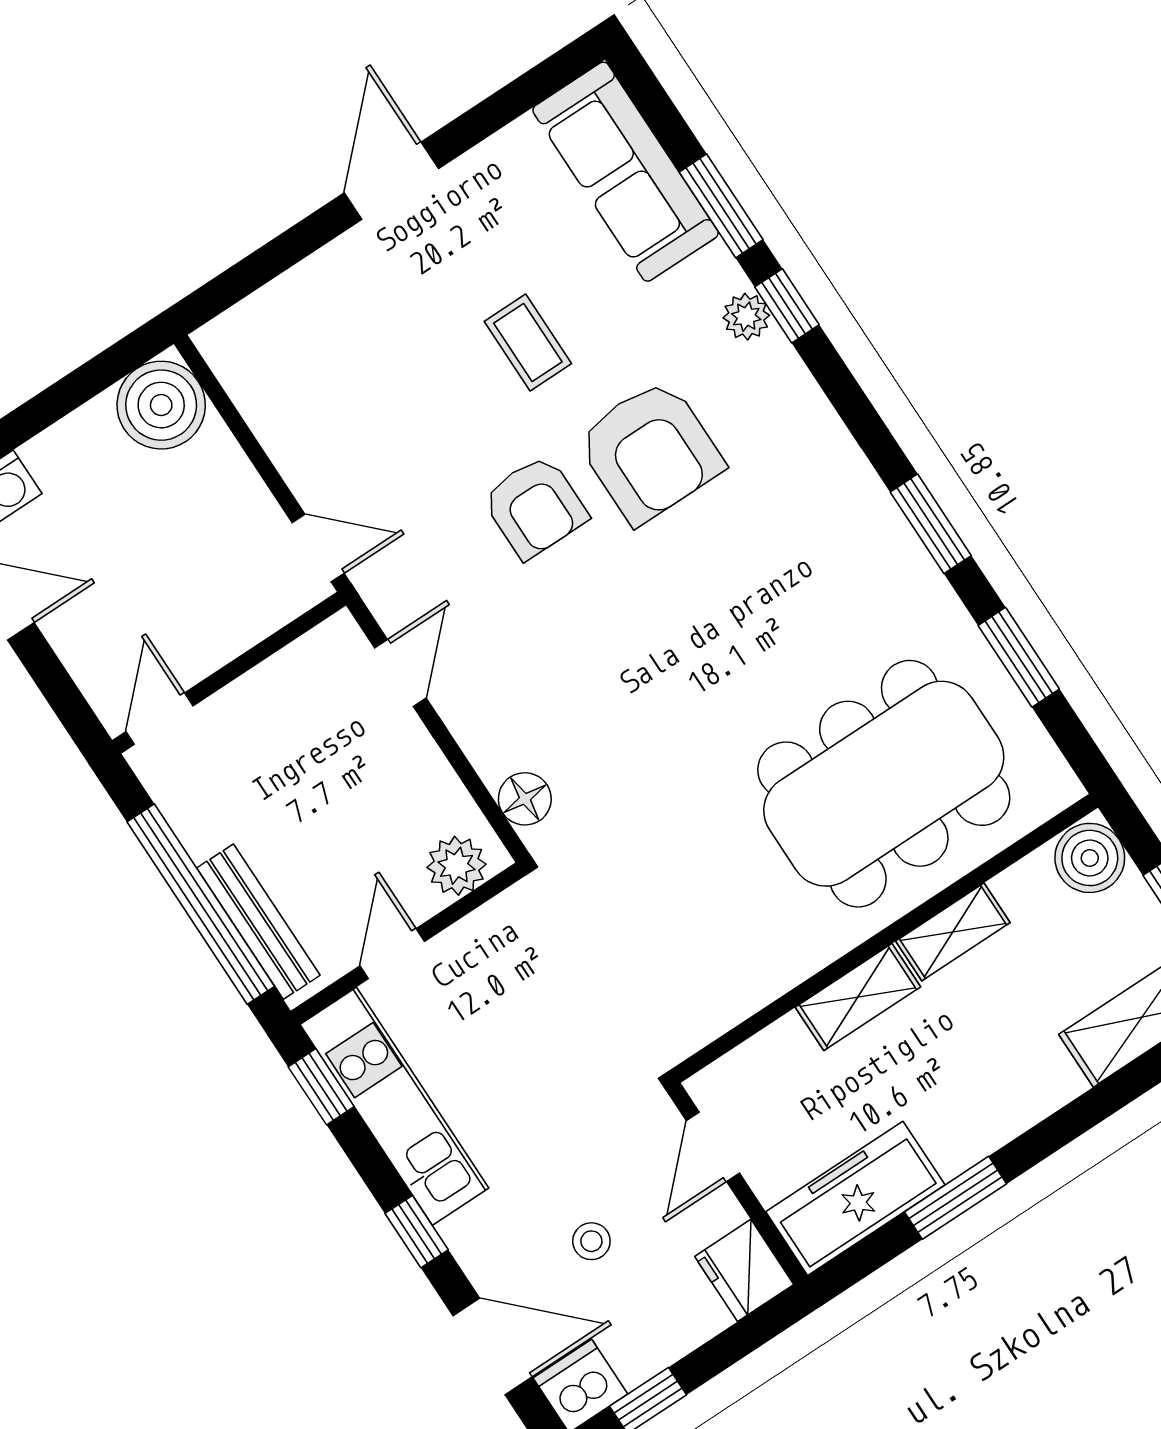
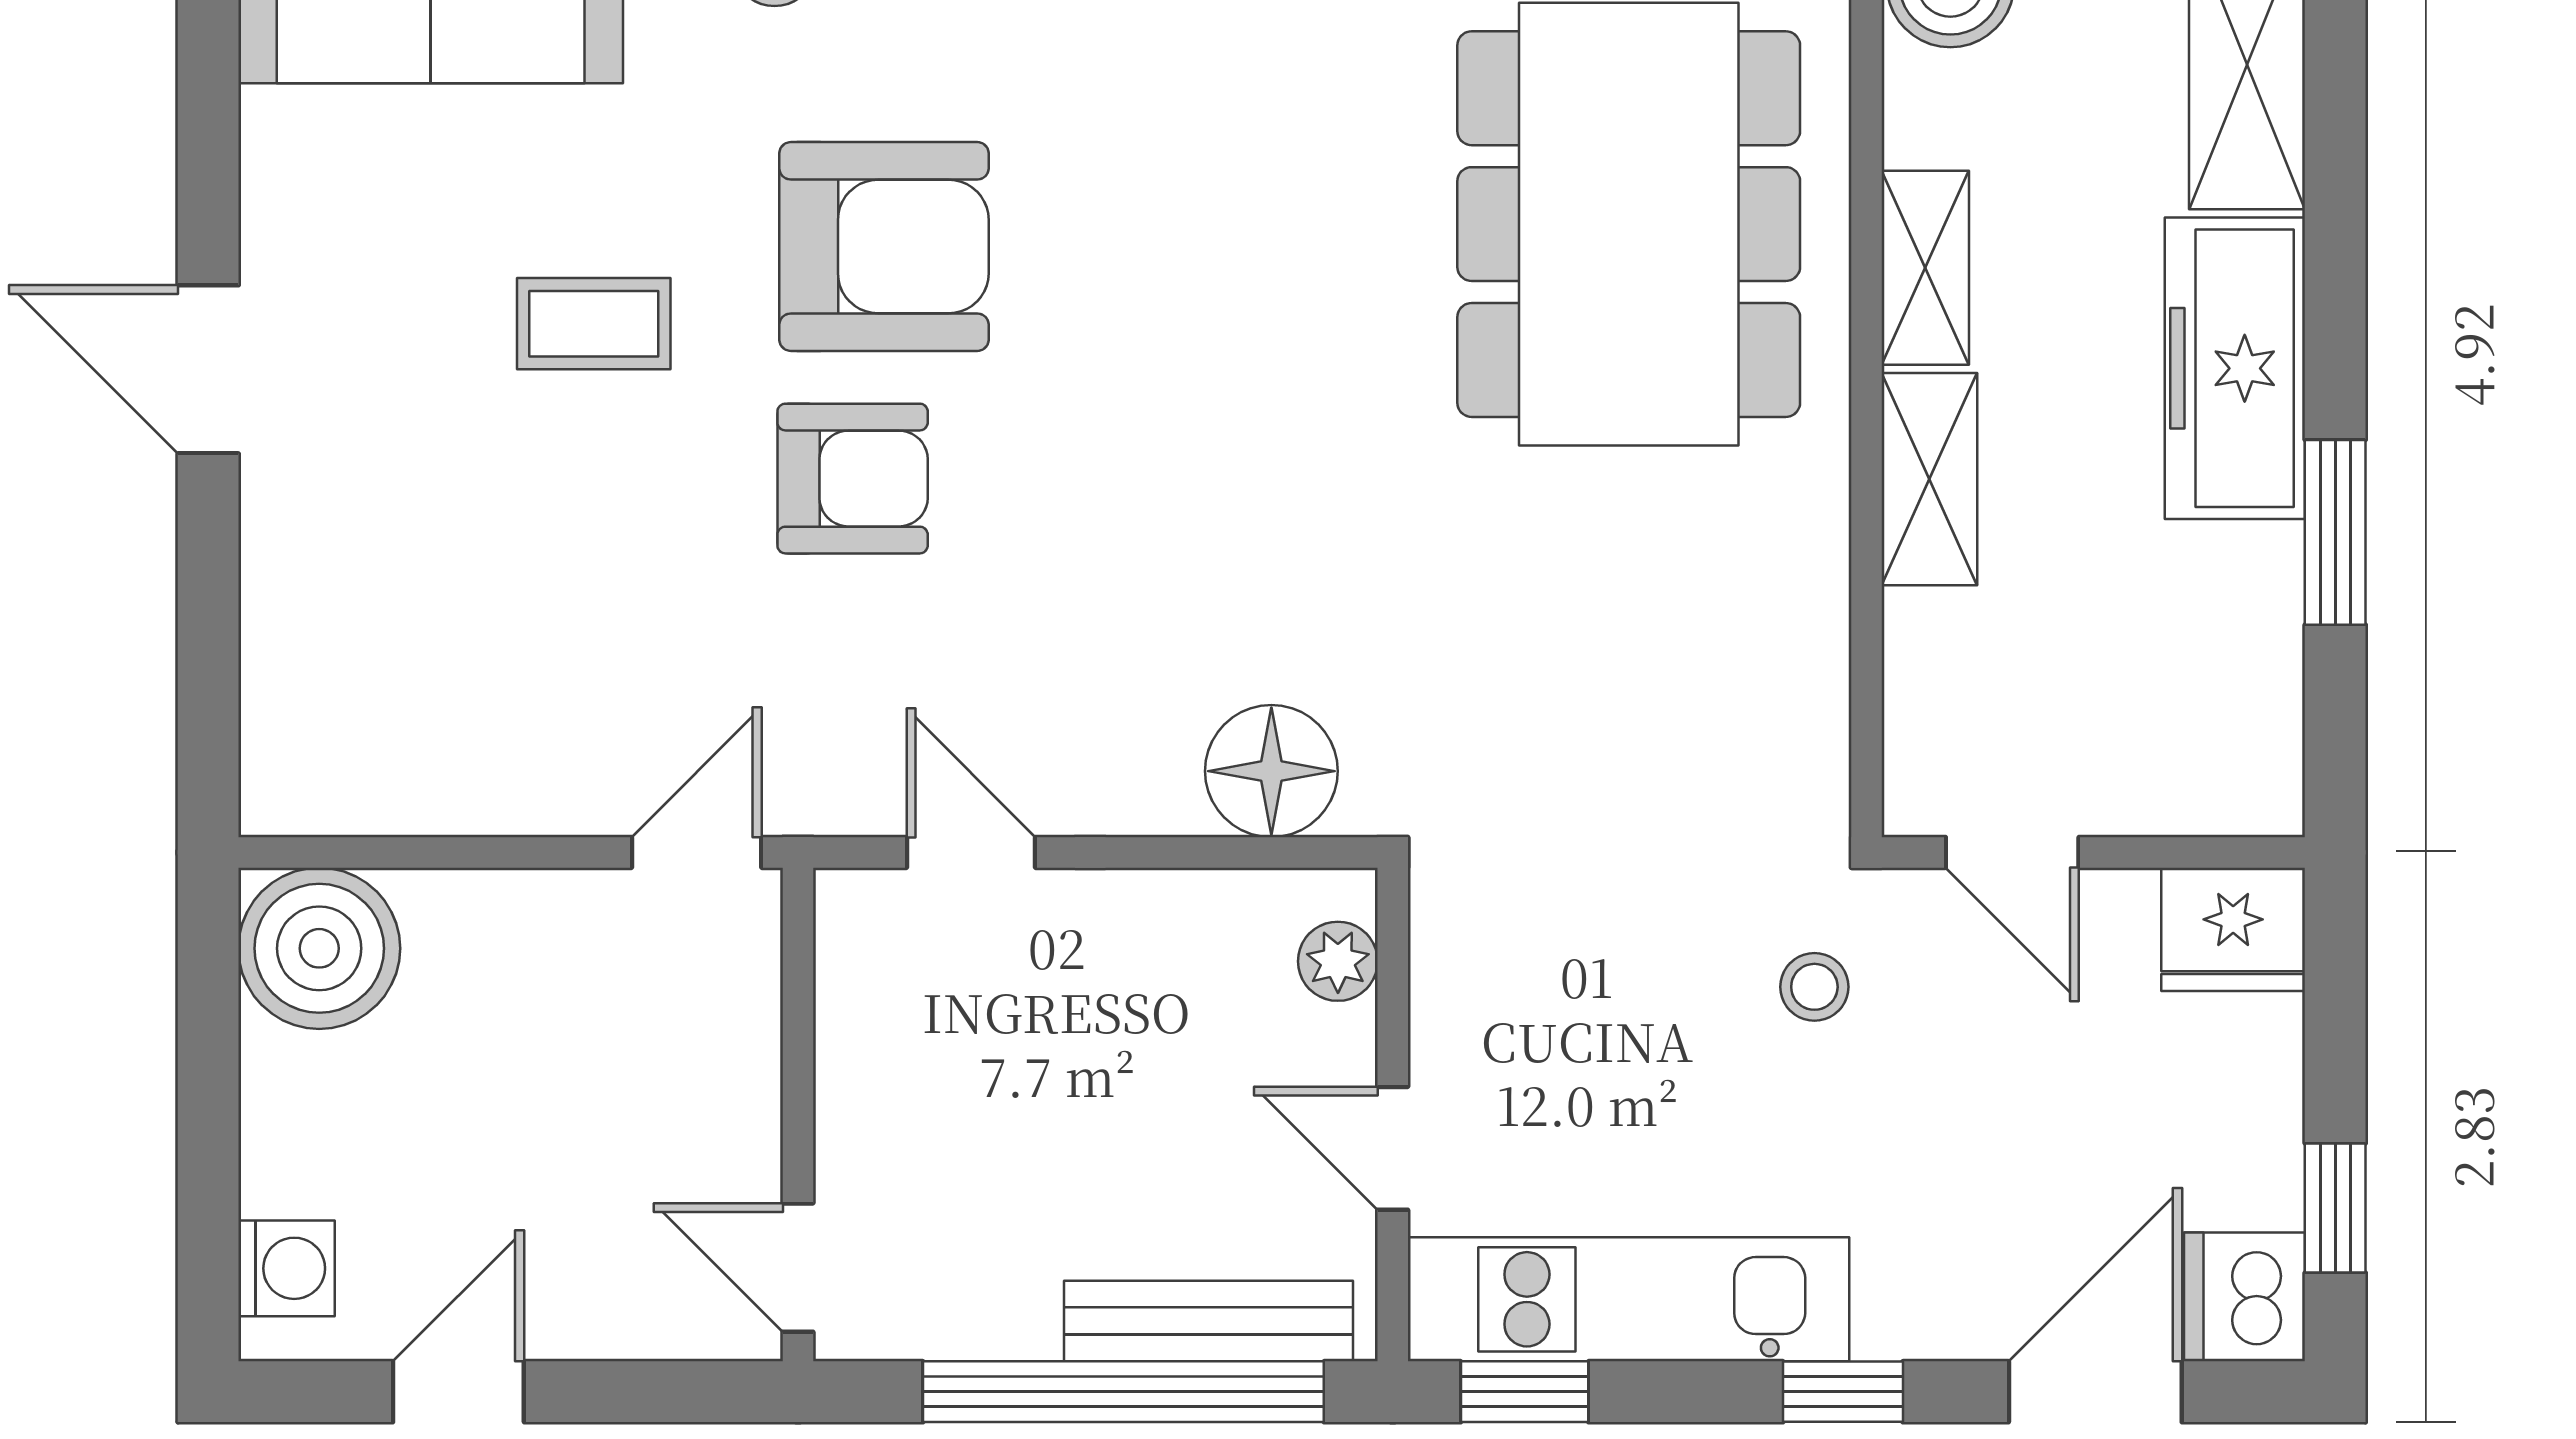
floor lamp: (525, 799) -> (1271, 771), width x1.38, depth x1.38
plant: (456, 866) -> (1338, 961), width x0.73, depth x0.73
freezer: (855, 1198) -> (2235, 368), moved
stool: (591, 1241) -> (1814, 987), moved

